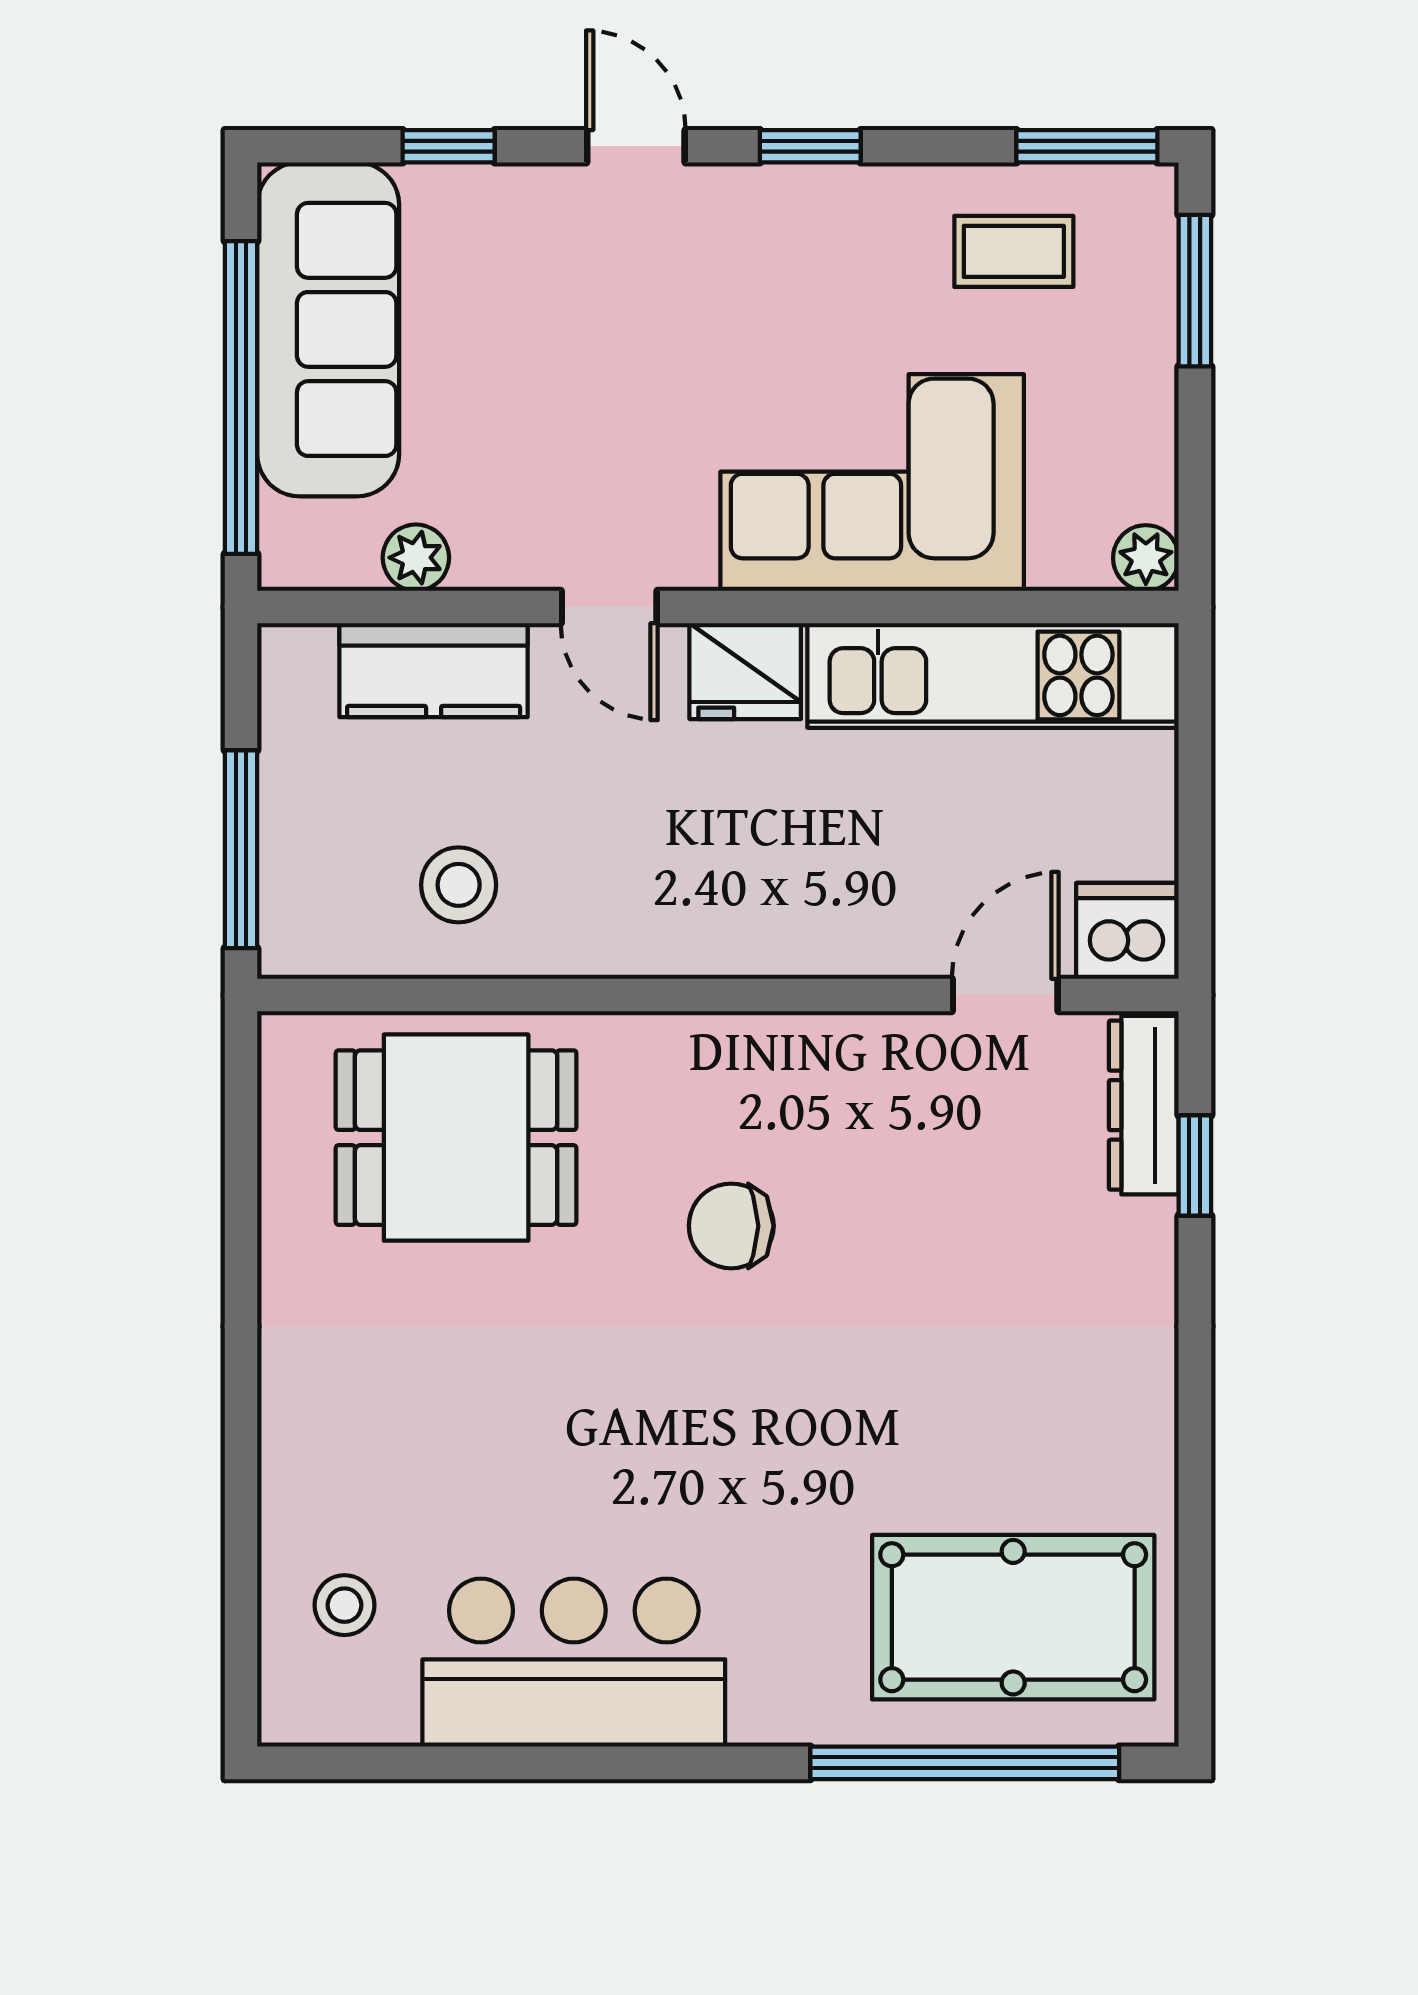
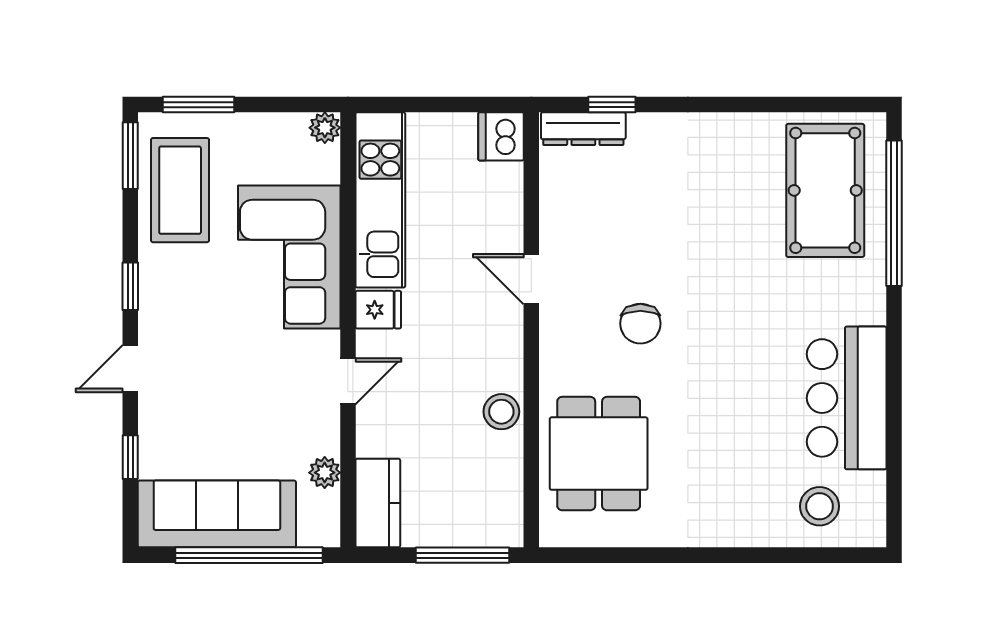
coffee table: (1014, 251) -> (180, 190), width x1.86, depth x1.72
kitchen counter: (434, 670) -> (378, 503), moved
fridge: (745, 671) -> (378, 310), width x0.72
stool: (459, 885) -> (501, 412), moved
door: (1005, 995) -> (531, 279), moved
stool: (344, 1605) -> (820, 506), width x1.37, depth x1.37

